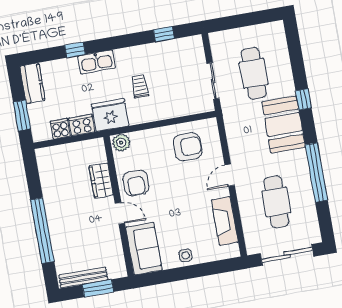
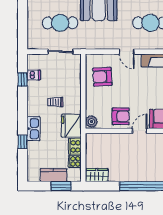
dishwasher: (173, 49) -> (34, 75), added
kitchen counter: (32, 83) -> (54, 175), moved
armchair: (188, 147) -> (102, 77), turned -93
wardrobe: (101, 181) -> (97, 175), moved, turned 180

